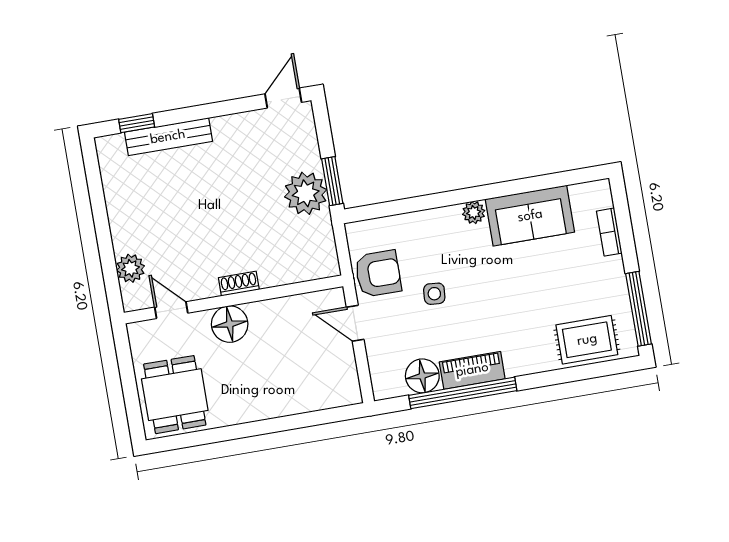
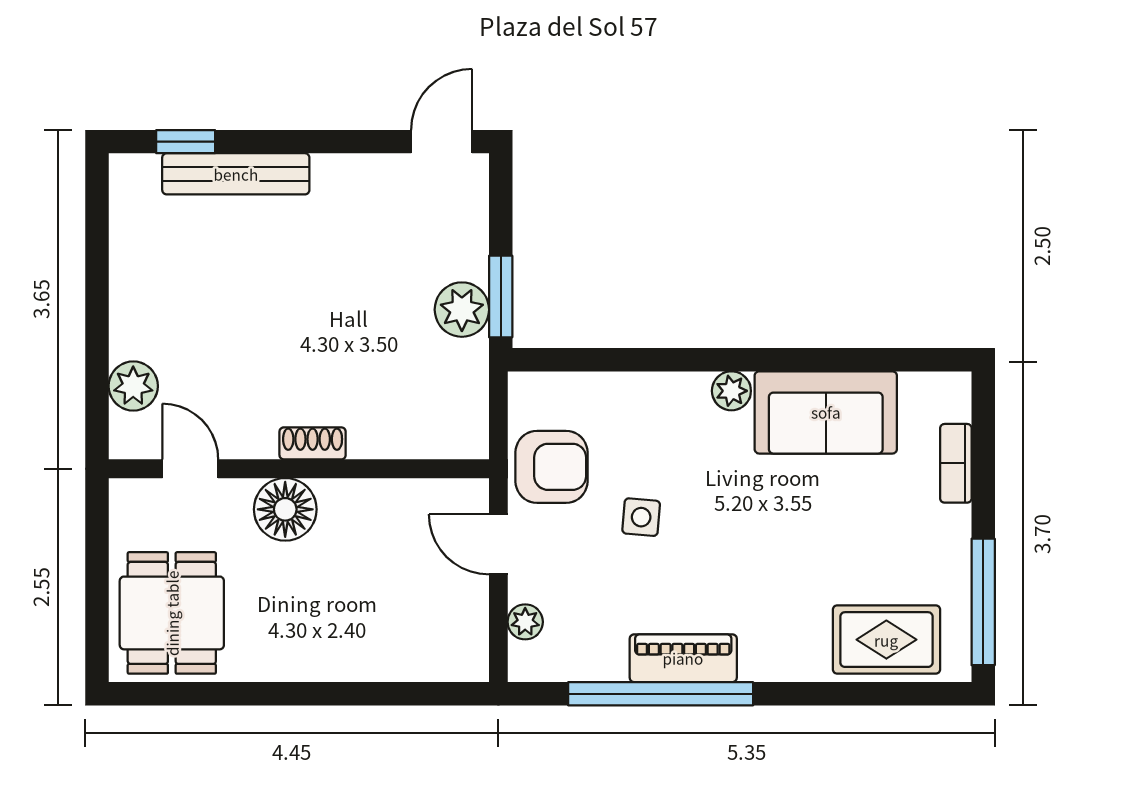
plant: (306, 193) -> (462, 310), width x0.73, depth x0.73
plant: (378, 365) -> (525, 622), added
floor lamp: (422, 376) -> (597, 653), removed

